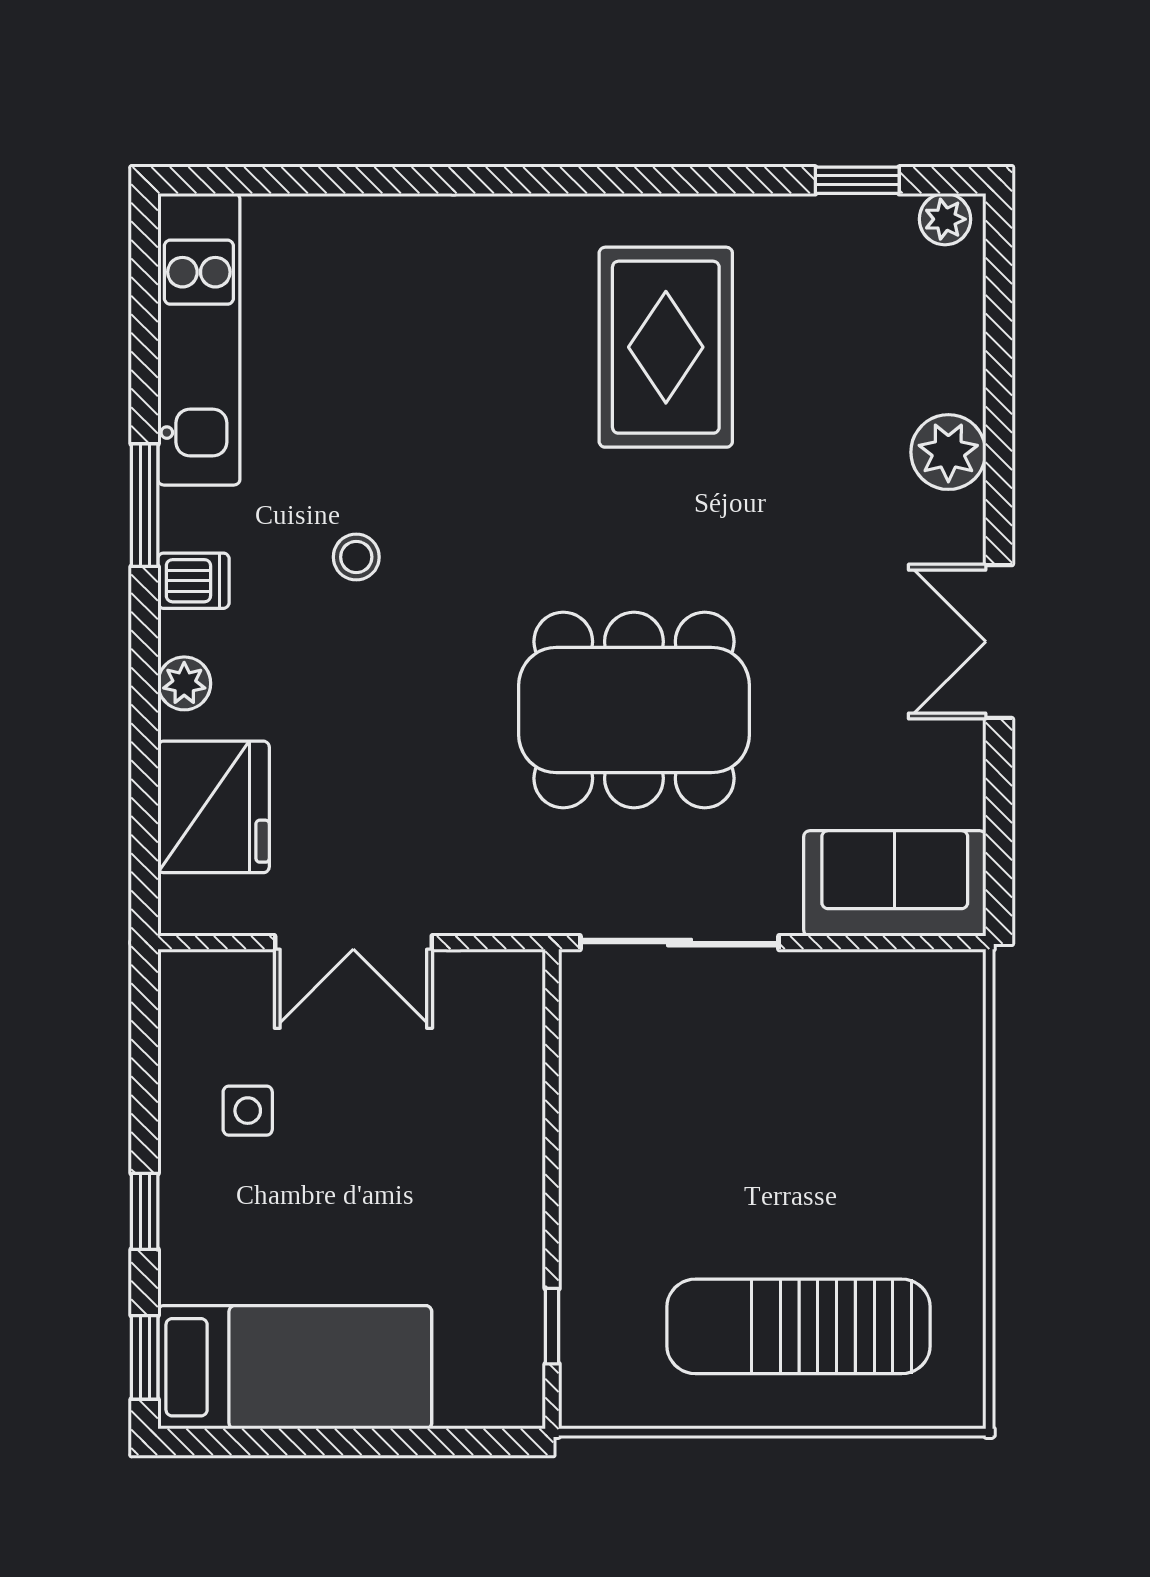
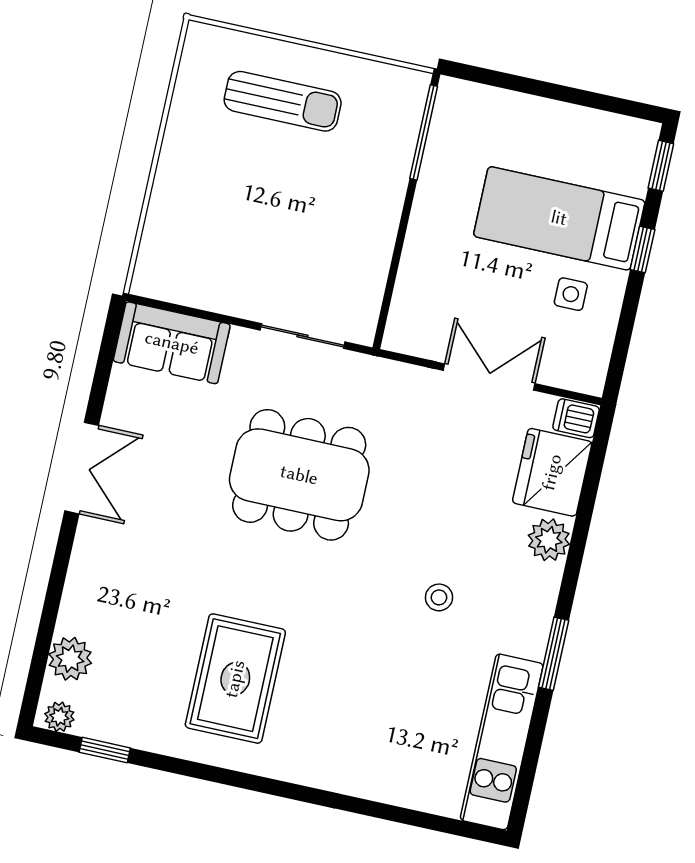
plant: (948, 452) -> (70, 659), moved
dishwasher: (193, 581) -> (576, 418), moved
plant: (184, 683) -> (549, 540), width x1.38, depth x1.38
sliding door: (679, 943) -> (302, 336), width x0.73
window: (552, 1326) -> (424, 132), width x2.17
sun lounger: (799, 1326) -> (283, 101), width x0.73, depth x0.75
bed: (295, 1367) -> (559, 218), moved

